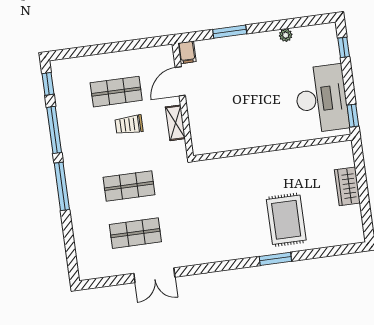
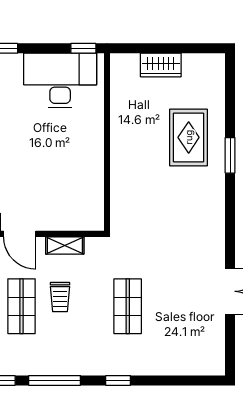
window: (62, 186) -> (118, 380), width x0.46
rug: (286, 220) -> (189, 137), turned 90
shop shelf: (135, 233) -> (181, 306), removed

